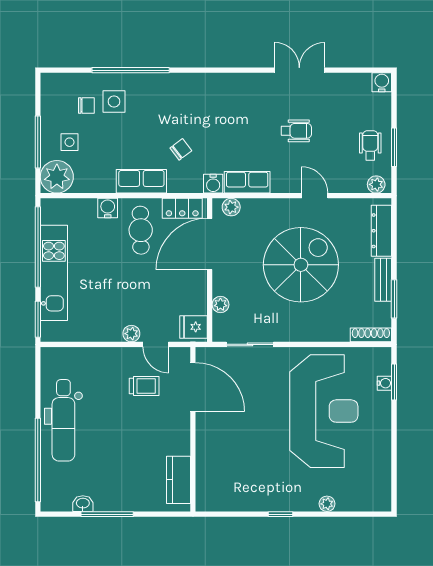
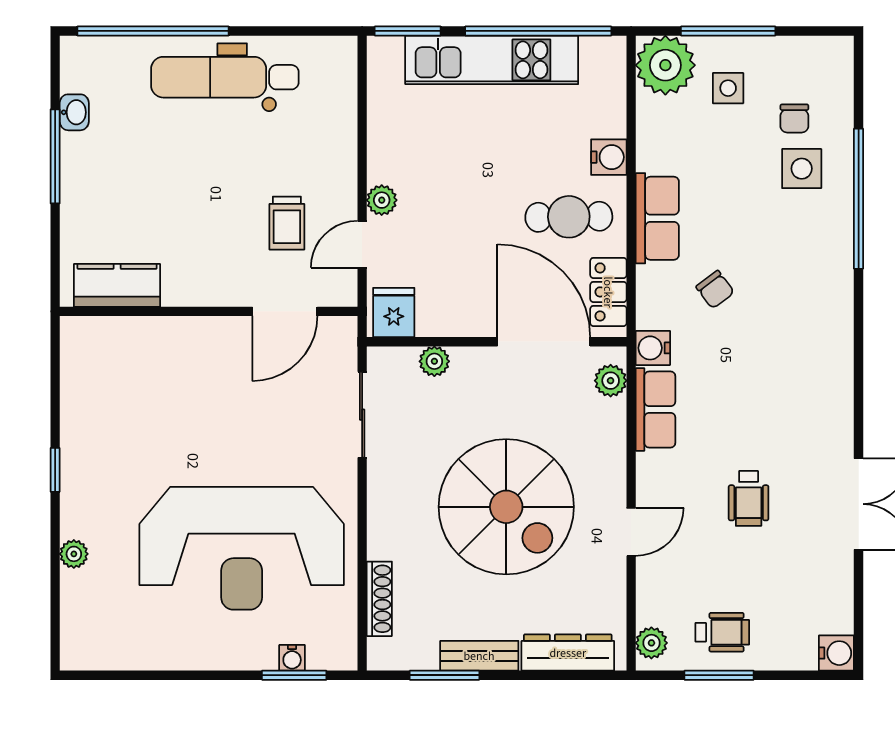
shoe rack: (371, 335) -> (379, 599), moved
door: (193, 387) -> (285, 311), width x0.73

